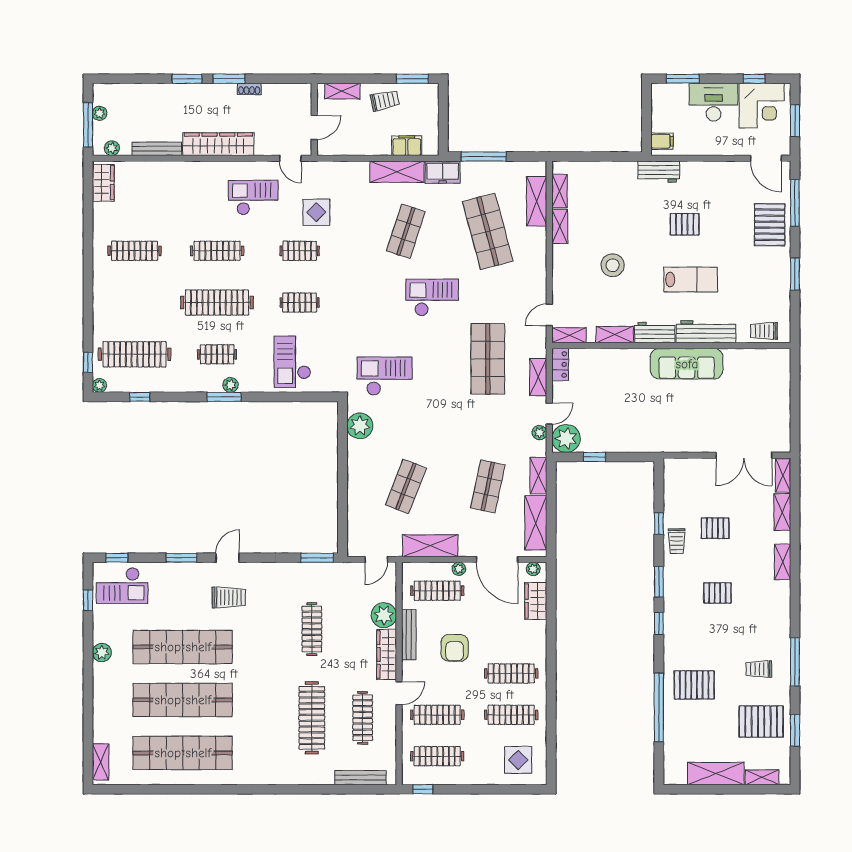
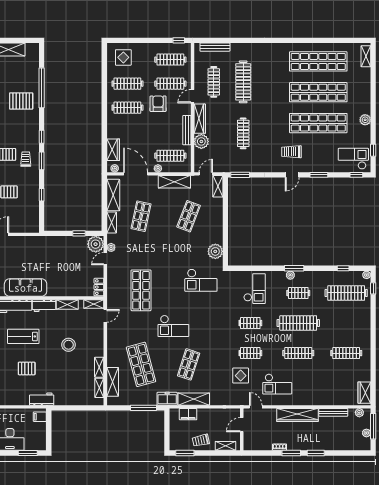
shelving: (538, 377) -> (218, 186), moved
trolley: (677, 541) -> (26, 159), moved
armchair: (455, 648) -> (158, 104), moved

